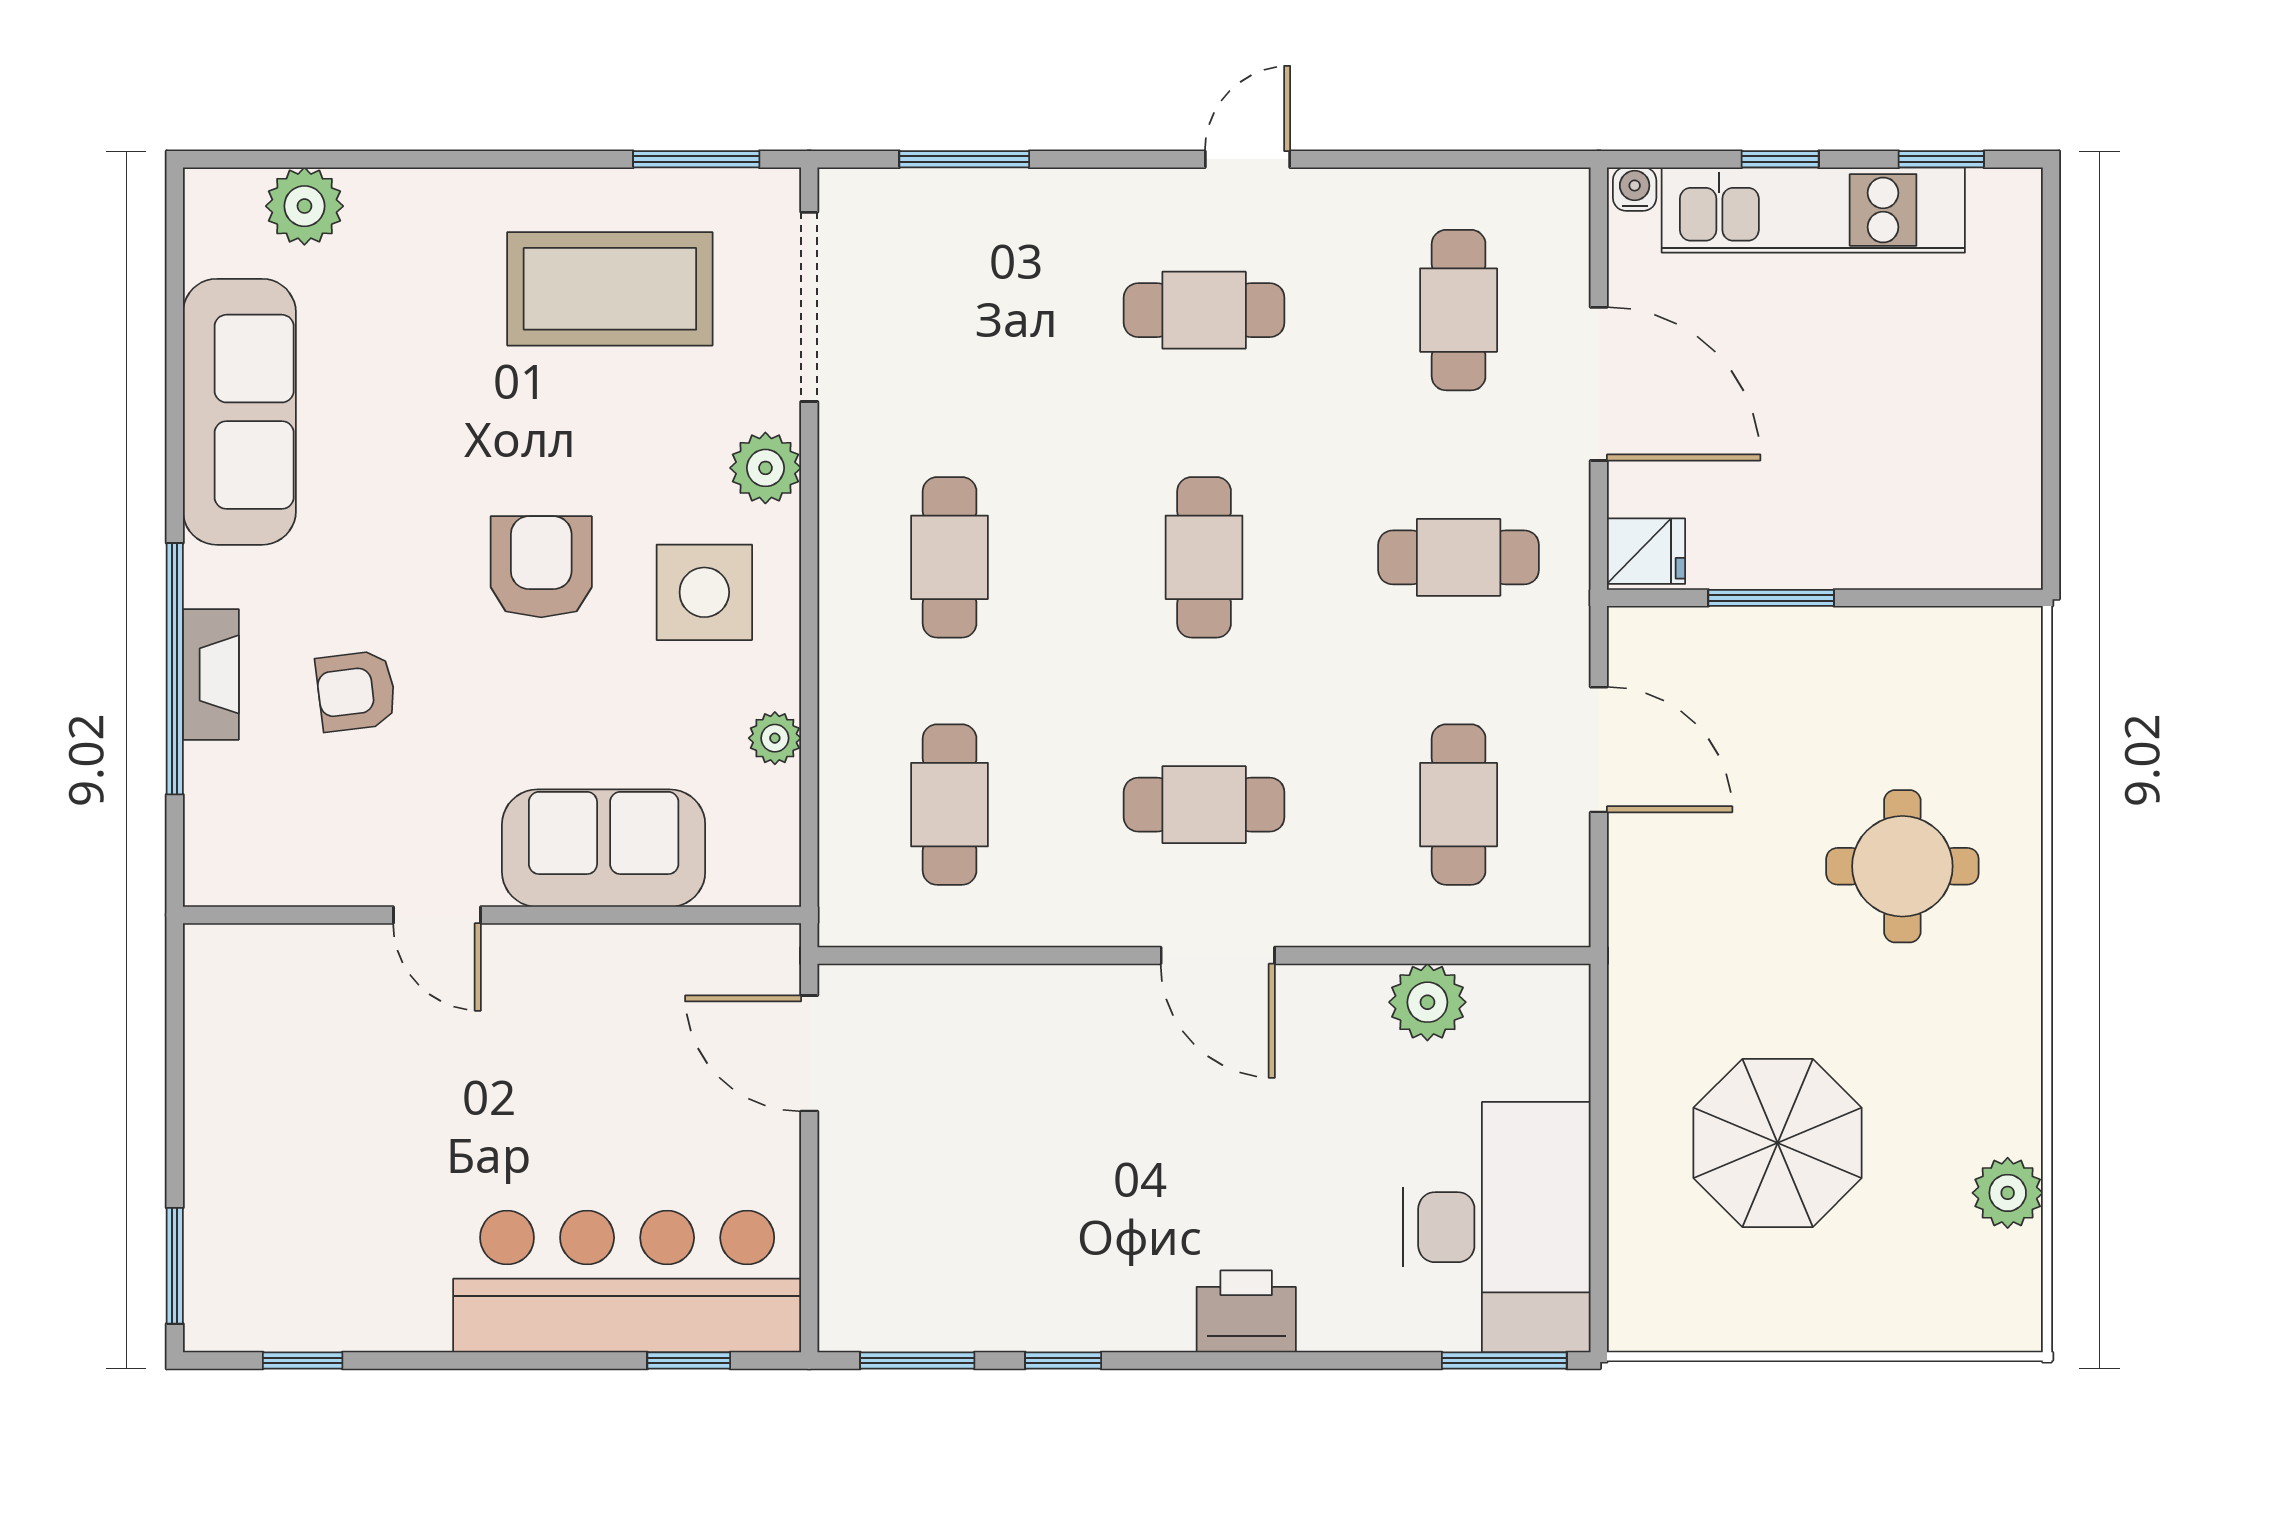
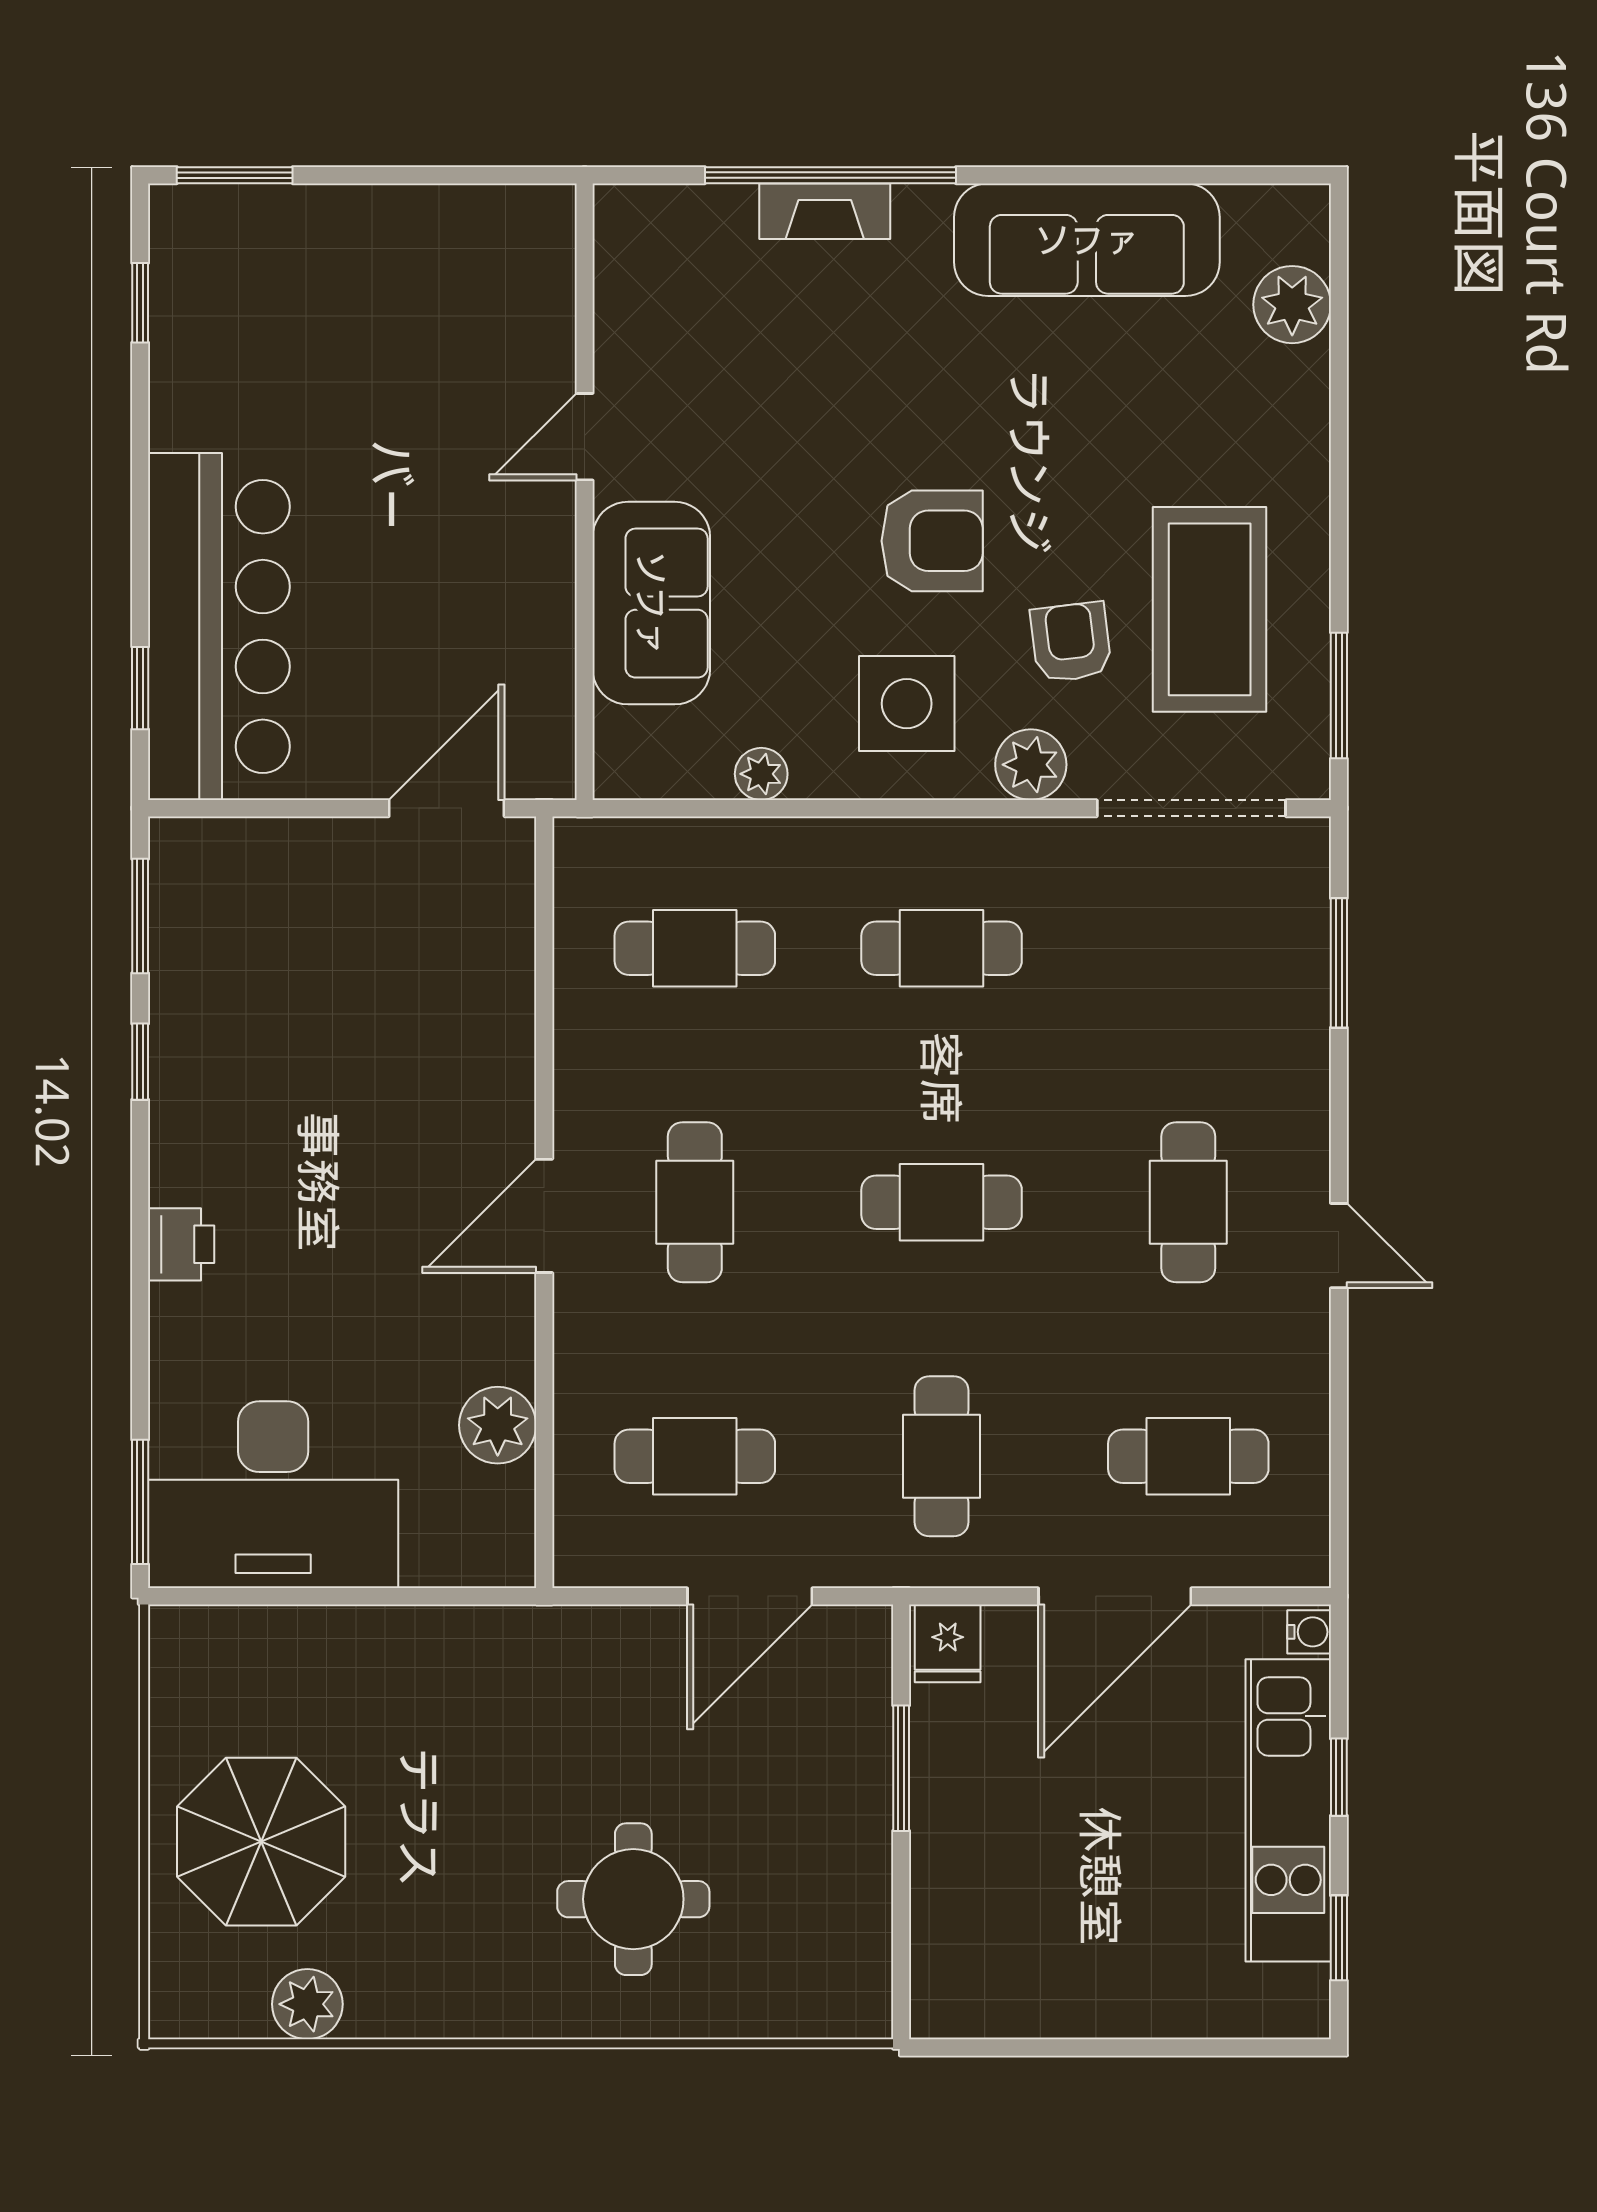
armchair: (356, 691) -> (1071, 642), moved
parasol: (1778, 1143) -> (261, 1842), moved
printer: (1246, 1311) -> (181, 1244), width x0.73, depth x0.81

